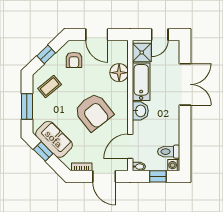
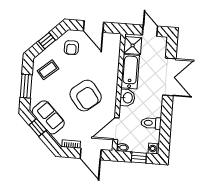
door: (160, 35) -> (150, 31), swing flipped
floor lamp: (119, 73) -> (111, 62), removed
toilet: (169, 152) -> (151, 123), moved

